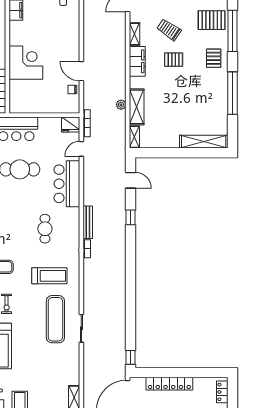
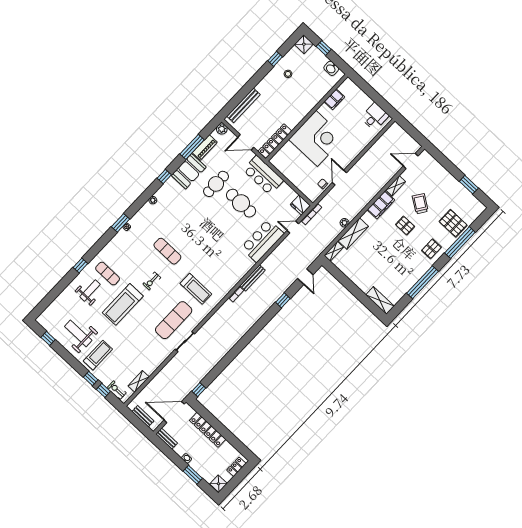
corner desk: (26, 63) -> (317, 138), width x1.36, depth x1.36
shelving: (204, 142) -> (380, 301), width x0.68
cafe table: (45, 229) -> (221, 256), removed

